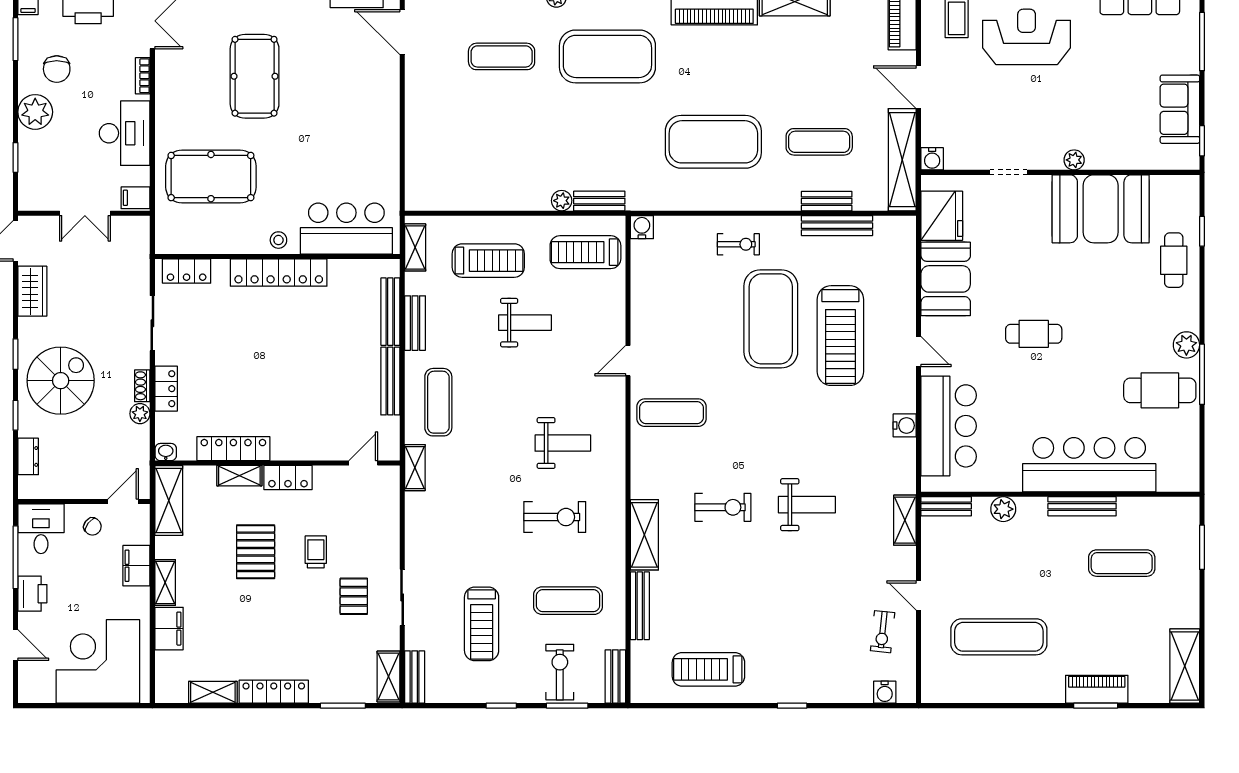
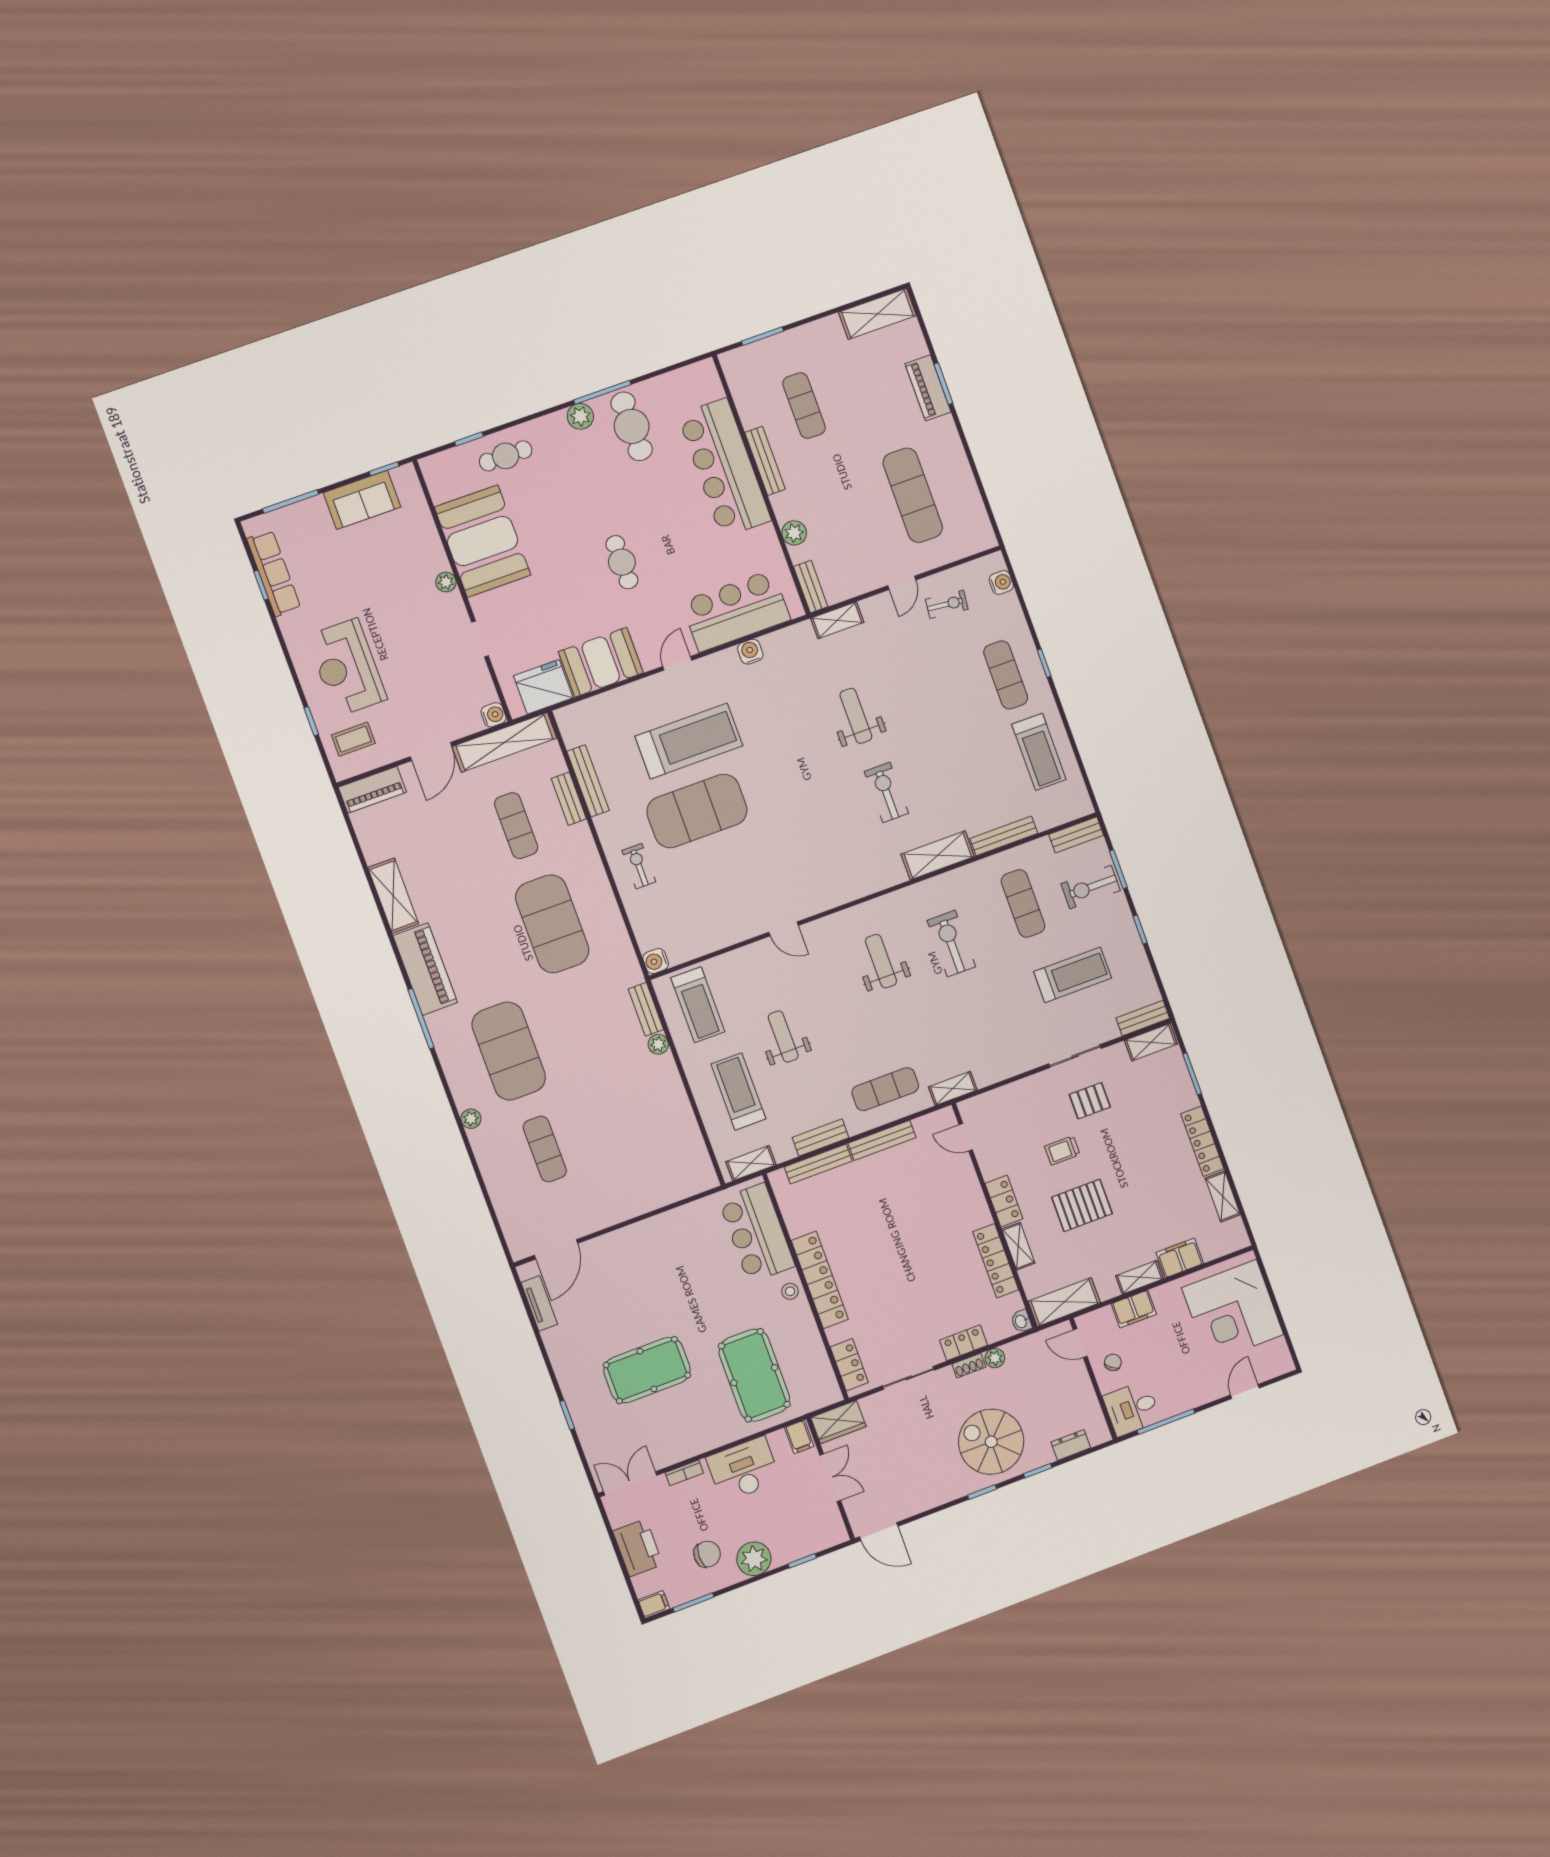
wardrobe: (32, 291) -> (838, 1422), moved, turned 180
exercise mat: (671, 413) -> (1006, 675), moved
printer: (32, 594) -> (1193, 1394), removed

